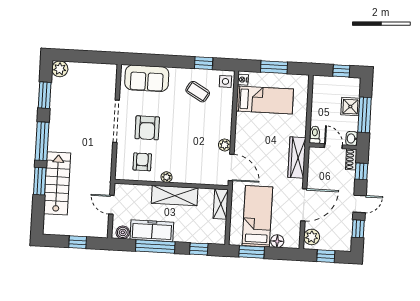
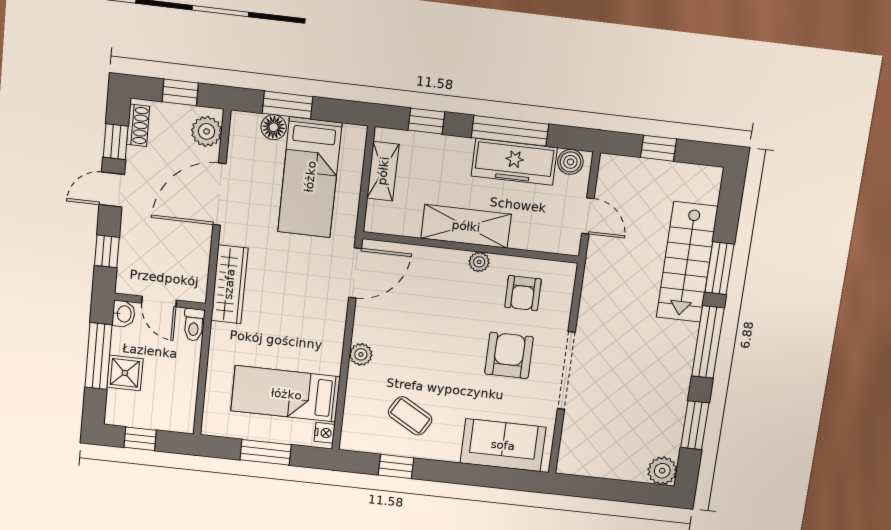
side table: (225, 81) -> (357, 431), removed
plant: (225, 145) -> (361, 354), moved
shoe rack: (351, 159) -> (138, 125), moved
door: (231, 167) -> (355, 273), swing flipped
shelving: (221, 204) -> (383, 171), moved
window: (252, 252) -> (288, 105), moved

